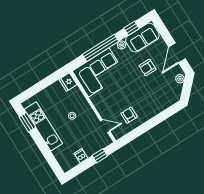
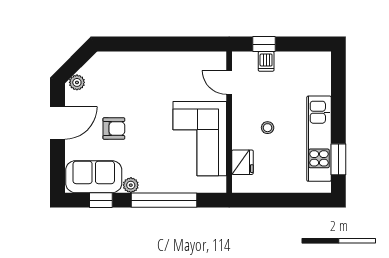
corner sofa: (99, 72) -> (200, 139), moved, turned -90
fridge: (68, 82) -> (242, 162), moved
armchair: (129, 115) -> (184, 76), removed
dishwasher: (81, 156) -> (266, 61), moved

